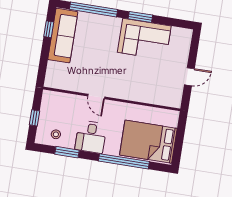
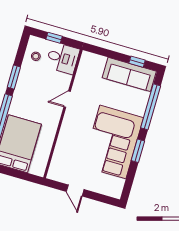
corner sofa: (144, 39) -> (113, 142), width x1.36, depth x1.36
desk: (91, 137) -> (63, 58), moved, turned 180
window: (67, 152) -> (14, 77), moved

